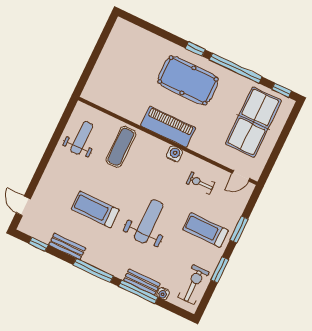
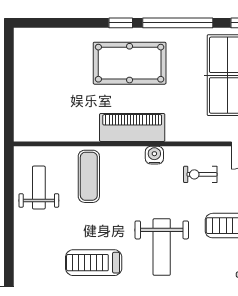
weight bench: (149, 221) -> (162, 247), turned 180

